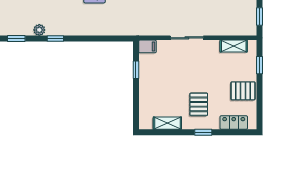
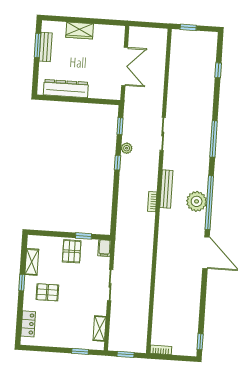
pallet: (243, 91) -> (72, 251), moved
window: (203, 132) -> (22, 283), moved

